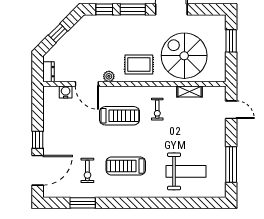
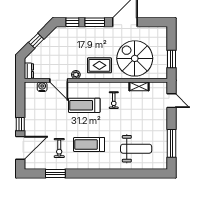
window: (231, 41) -> (171, 59), moved
treadmill: (119, 116) -> (84, 105), turned 180

